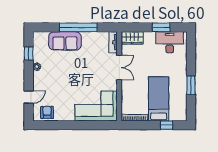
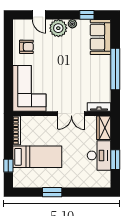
sofa: (65, 41) -> (100, 37), moved
desk: (170, 42) -> (99, 155), moved
plant: (41, 80) -> (58, 28), added
armchair: (47, 112) -> (26, 47), moved

